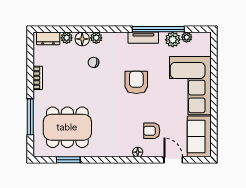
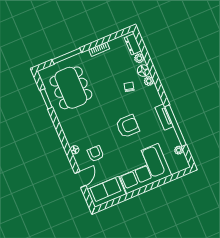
plant: (173, 40) -> (172, 140), removed

